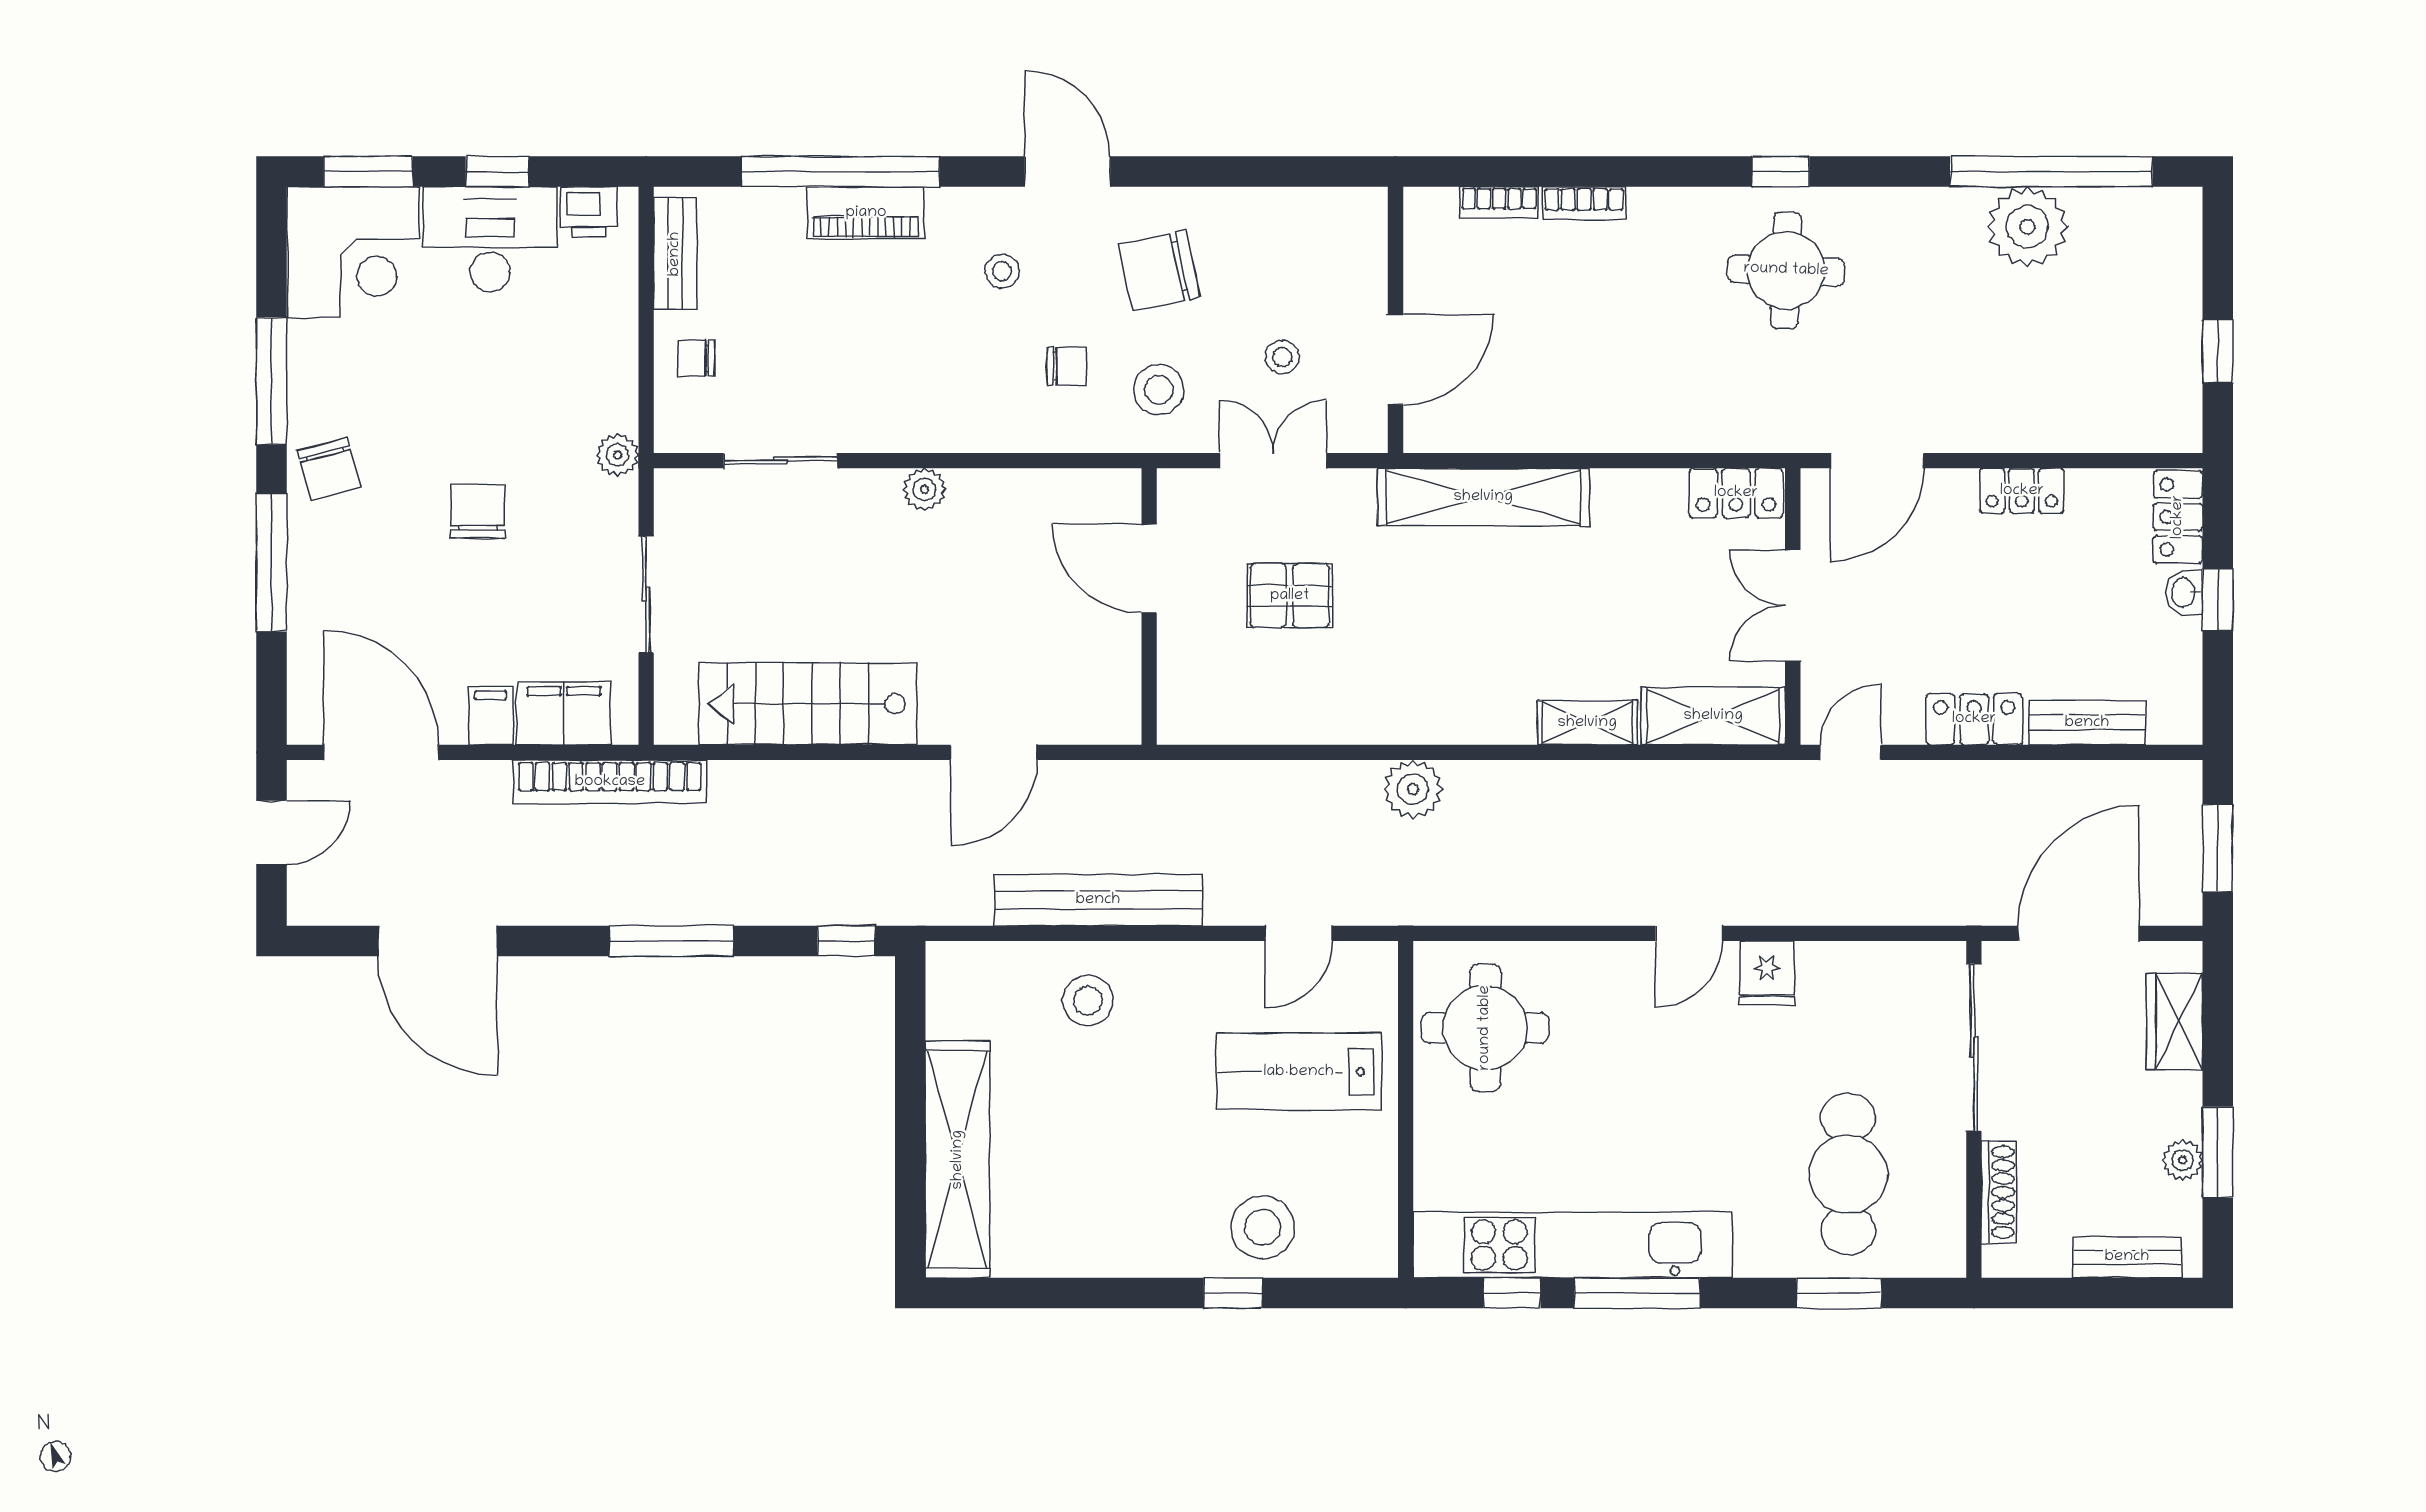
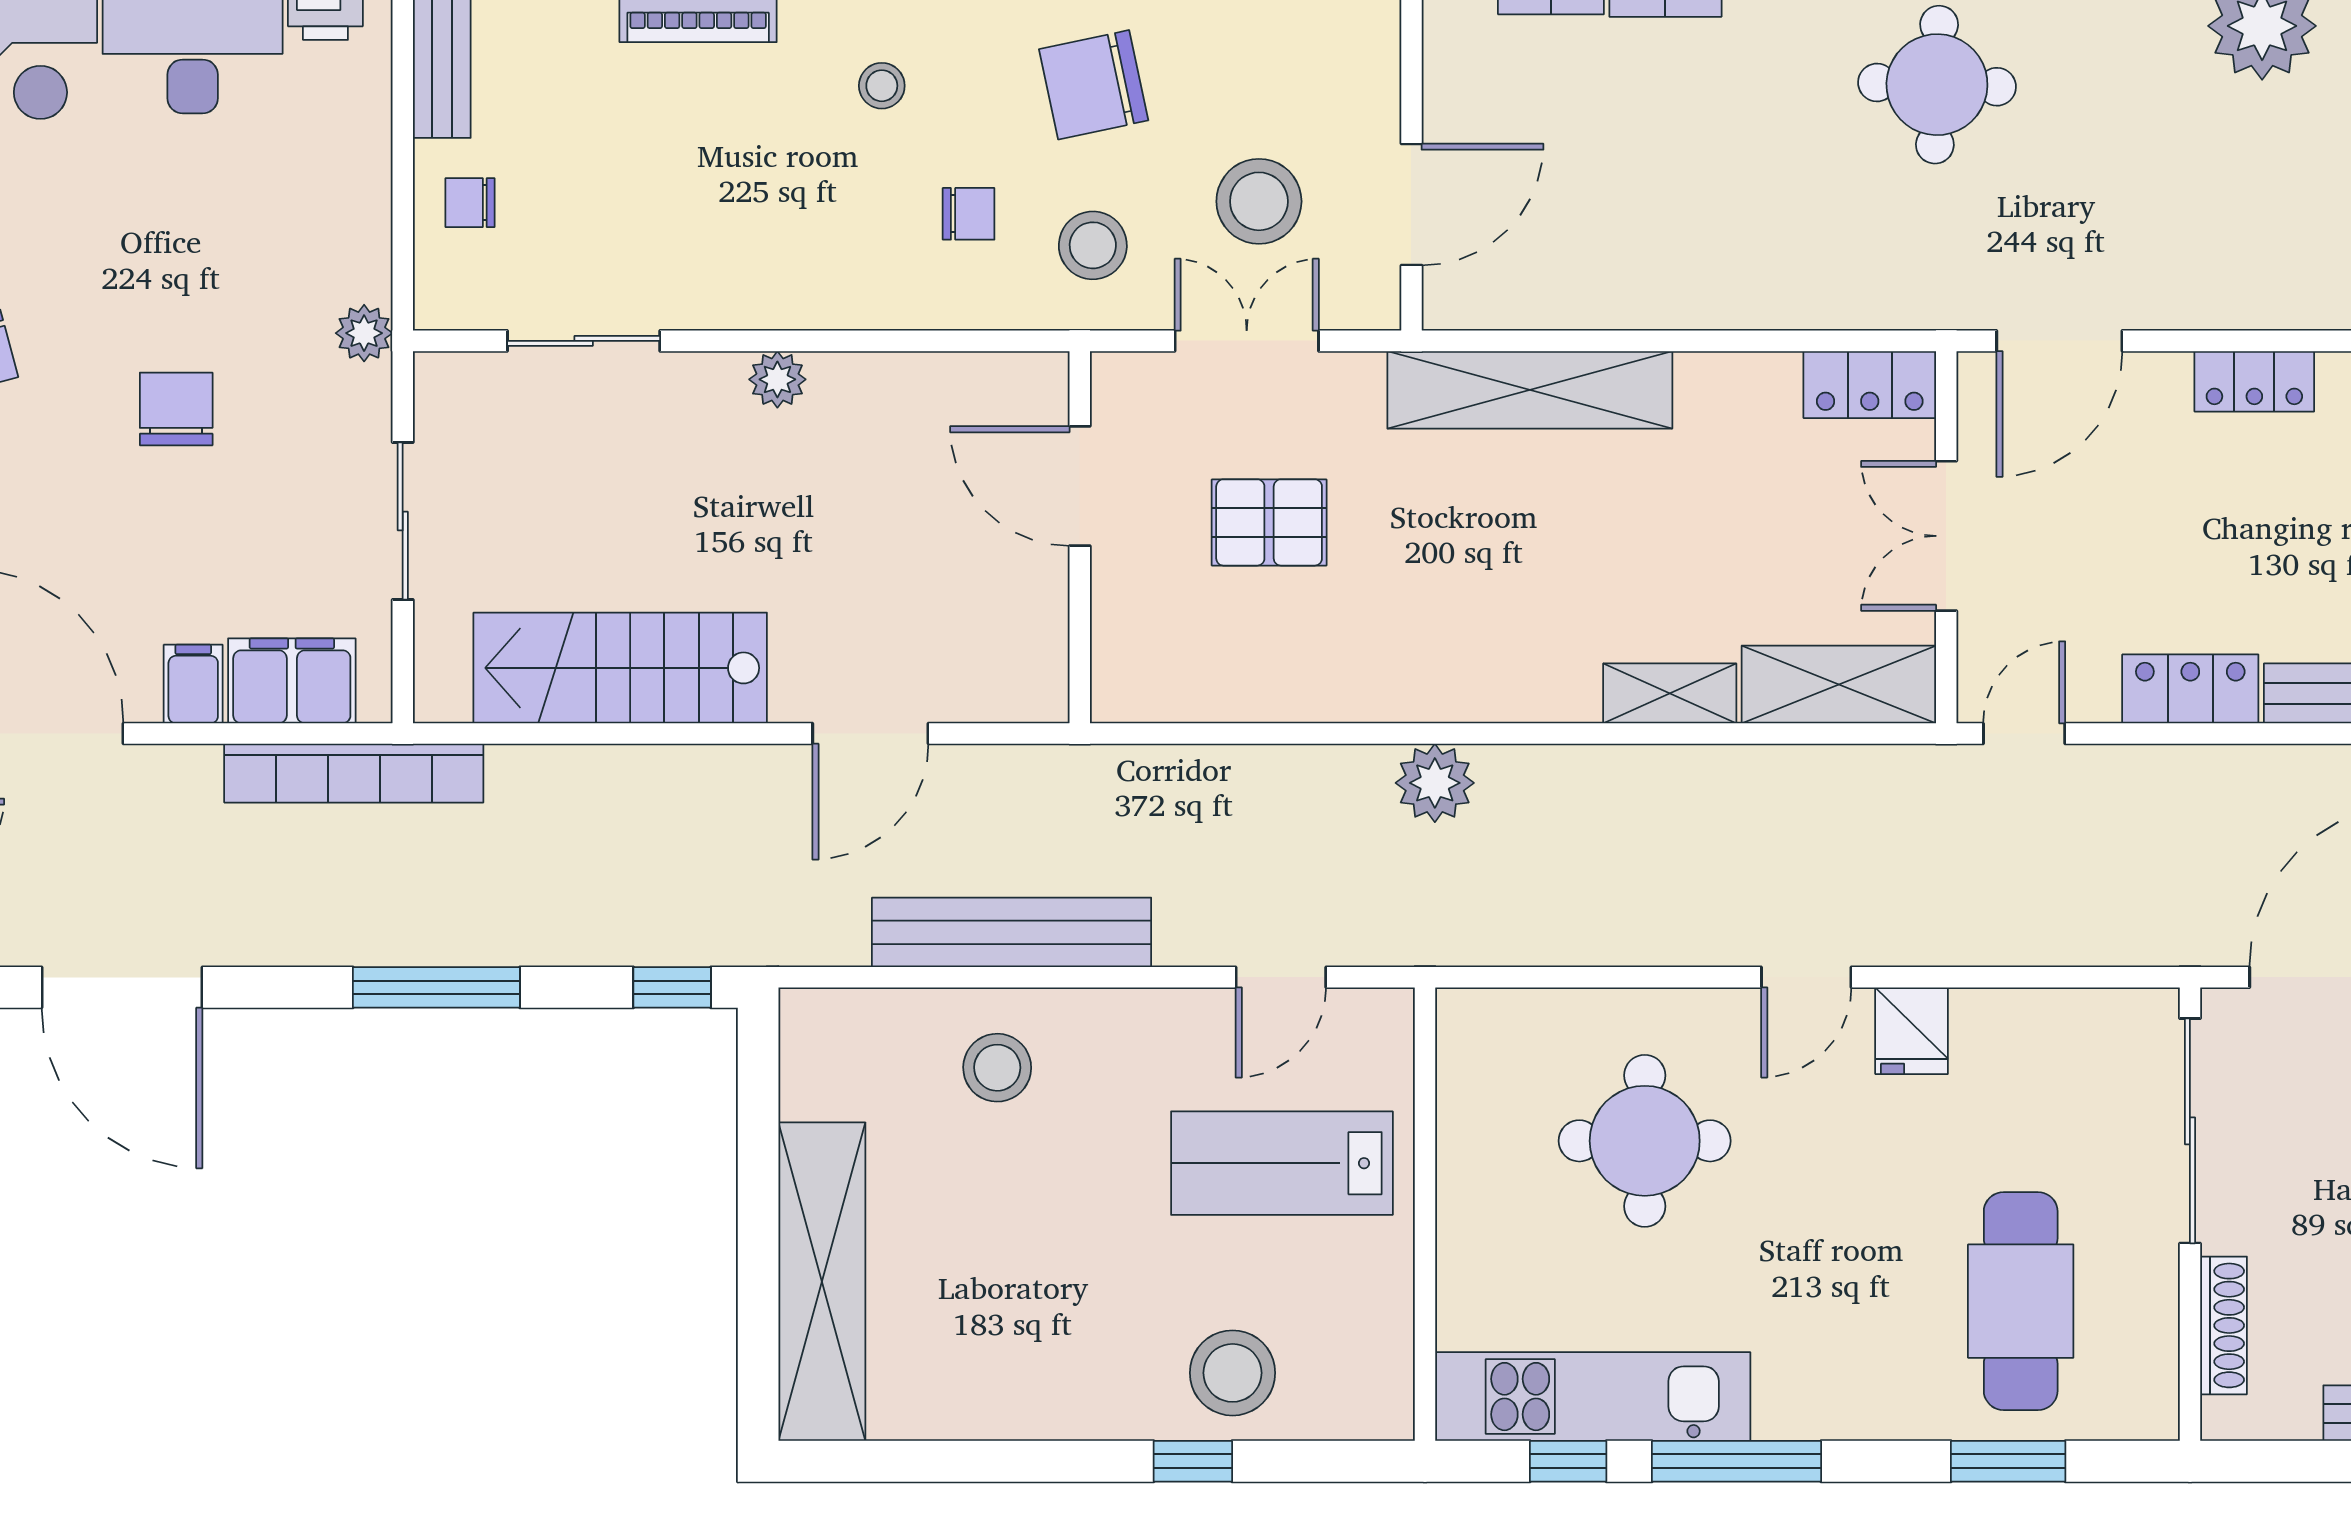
stool: (1282, 357) -> (1259, 201), width x1.89, depth x1.89
round table: (1485, 1028) -> (1645, 1141), moved
kitchen unit: (1573, 1245) -> (1593, 1397), width x0.73

